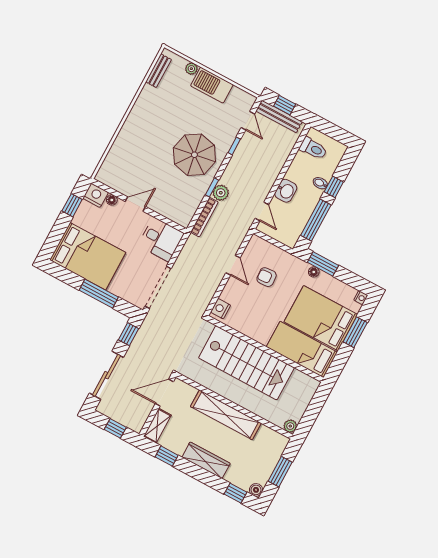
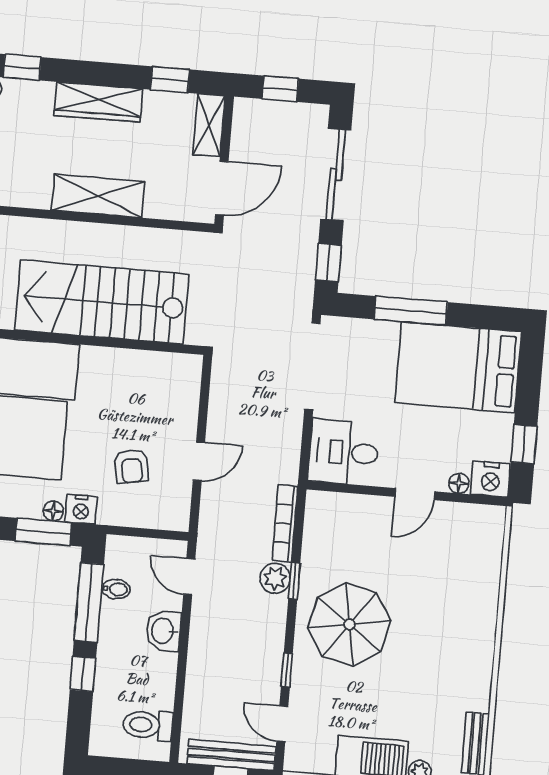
bidet: (320, 183) -> (116, 589), moved
door: (233, 265) -> (199, 461), swing flipped
armchair: (267, 277) -> (132, 466), turned 84
nightstand: (221, 309) -> (81, 509), moved, turned 90
shelving: (226, 415) -> (98, 196), width x0.68

